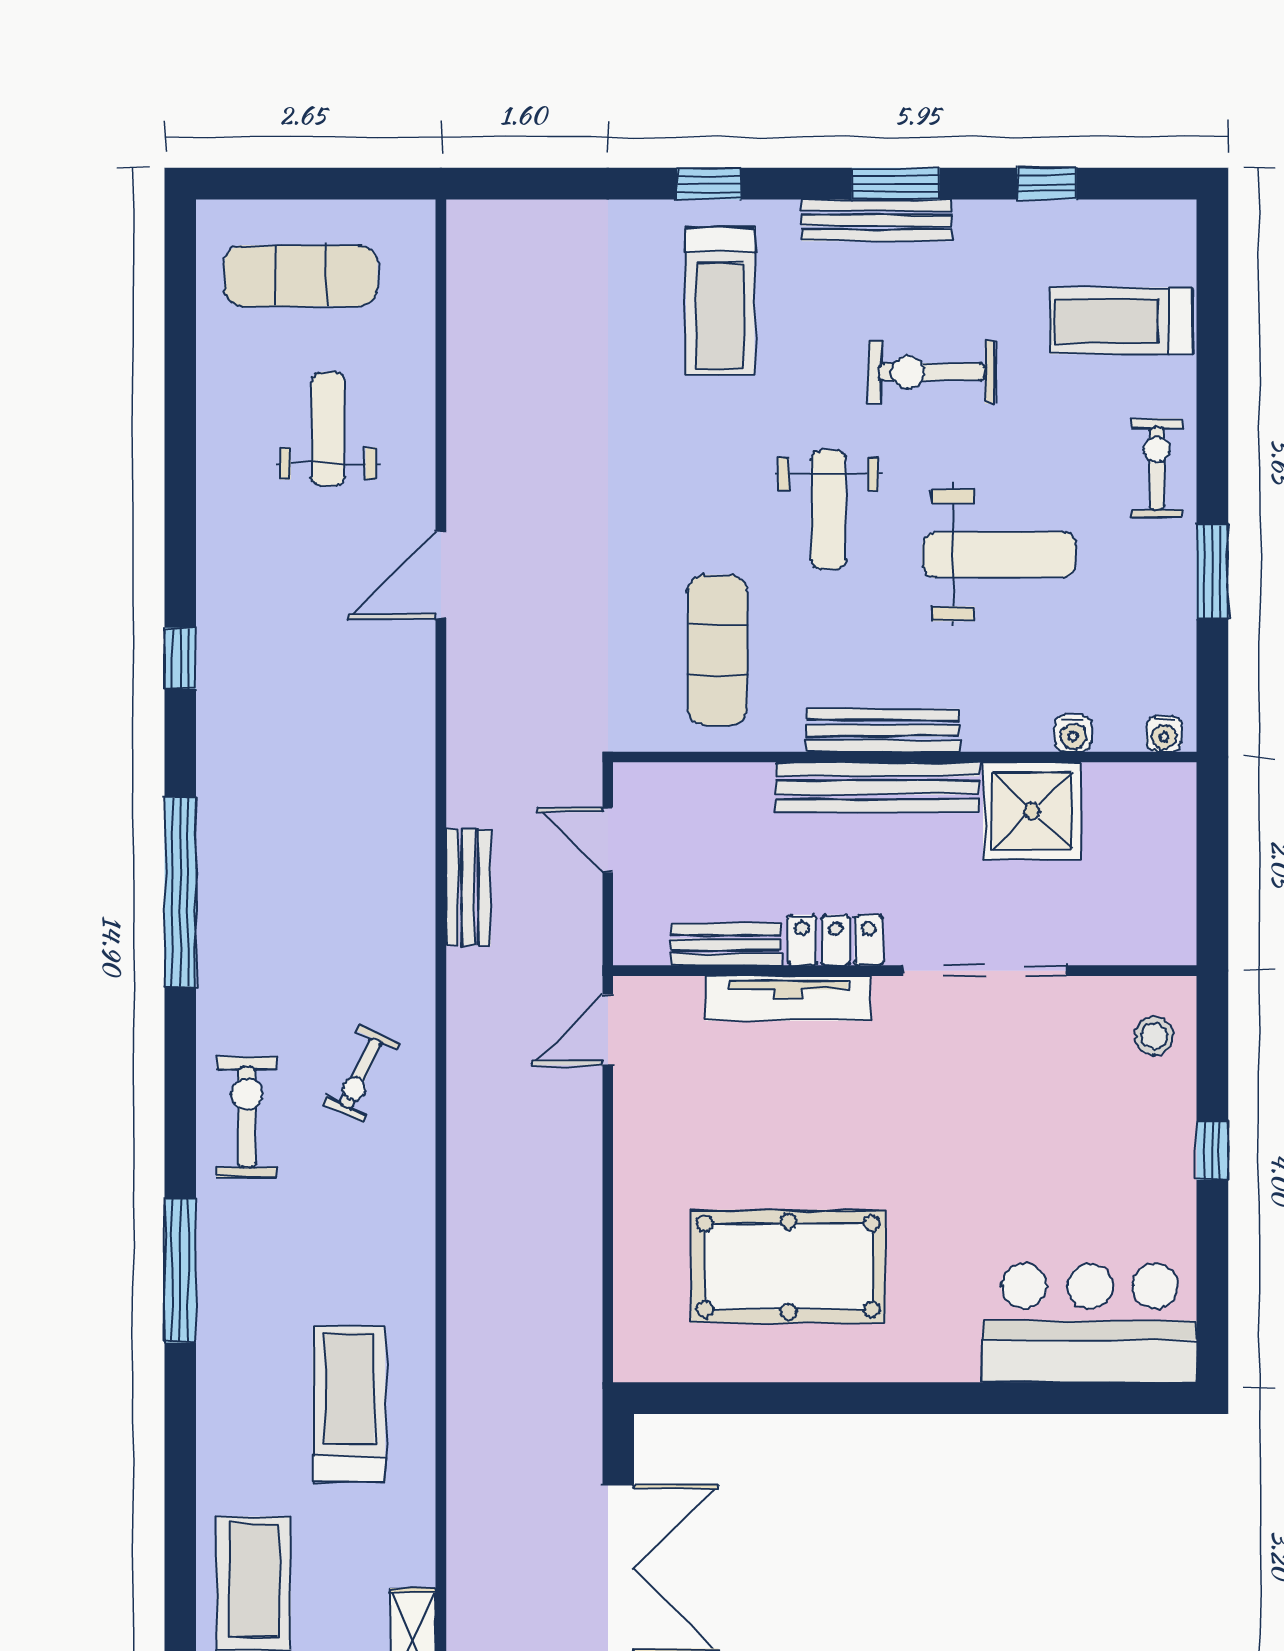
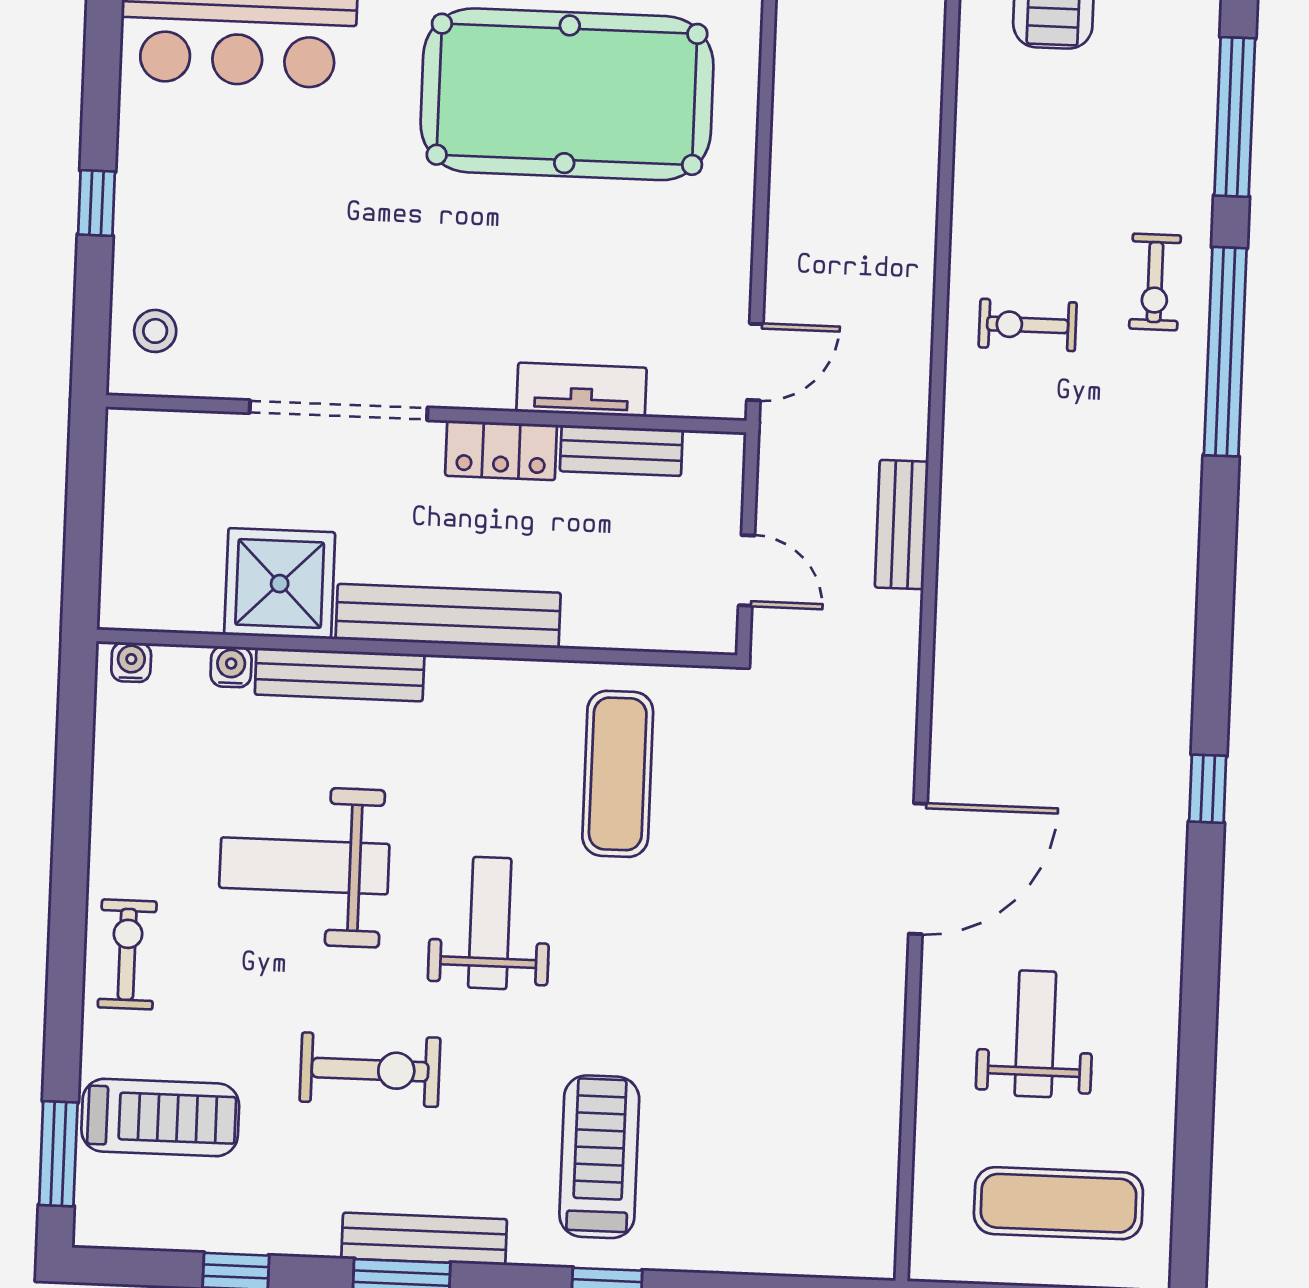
weight bench: (328, 429) -> (1035, 1034), turned 180
exercise bike: (1157, 468) -> (127, 954), turned 180
window: (1212, 572) -> (58, 1154), moved
door: (441, 575) -> (918, 869), width x1.36
bench: (883, 730) -> (340, 674), moved
window: (180, 892) -> (1225, 352), moved
tv unit: (788, 998) -> (581, 390), width x0.71
exercise bike: (361, 1073) -> (1028, 325), turned -115
exercise bike: (247, 1117) -> (1155, 282), width x0.73, depth x0.72
pool table: (788, 1266) -> (567, 94), width x1.36, depth x1.32

